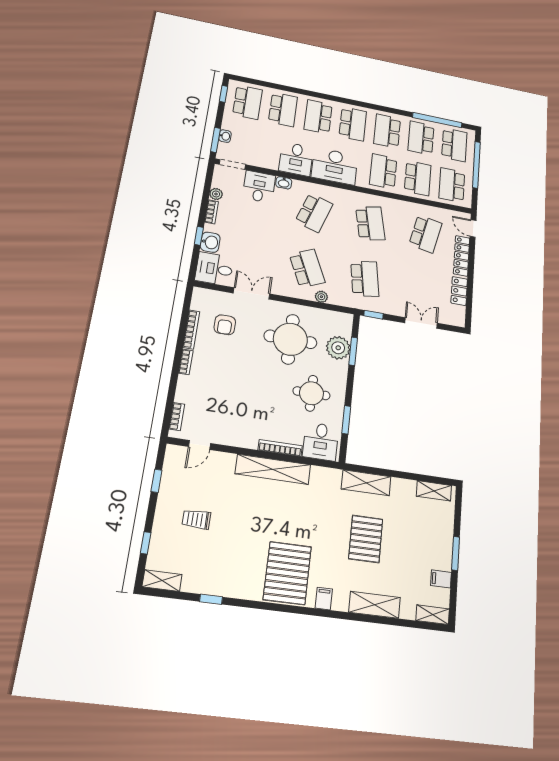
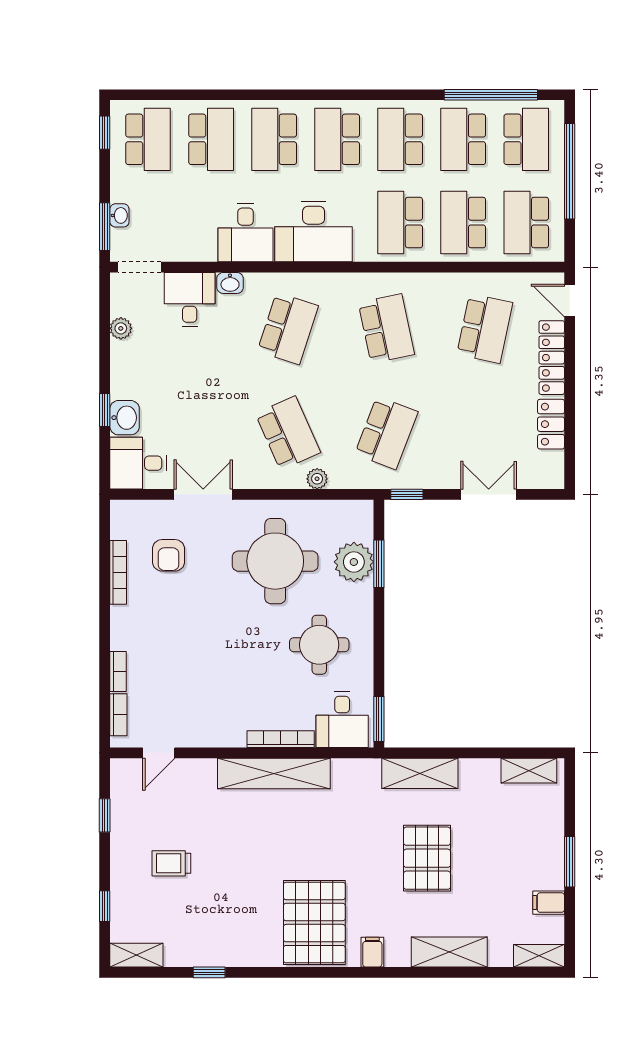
school desk: (353, 124) -> (337, 139), turned 180
school desk: (418, 178) -> (463, 223), turned 180
bookcase: (212, 212) -> (118, 363), removed
school desk: (365, 279) -> (386, 433), turned 30
bookcase: (186, 362) -> (118, 671), moved
window: (346, 420) -> (379, 719), moved

